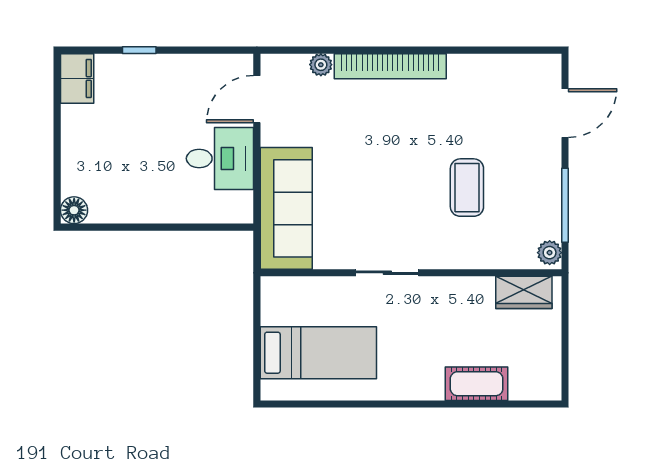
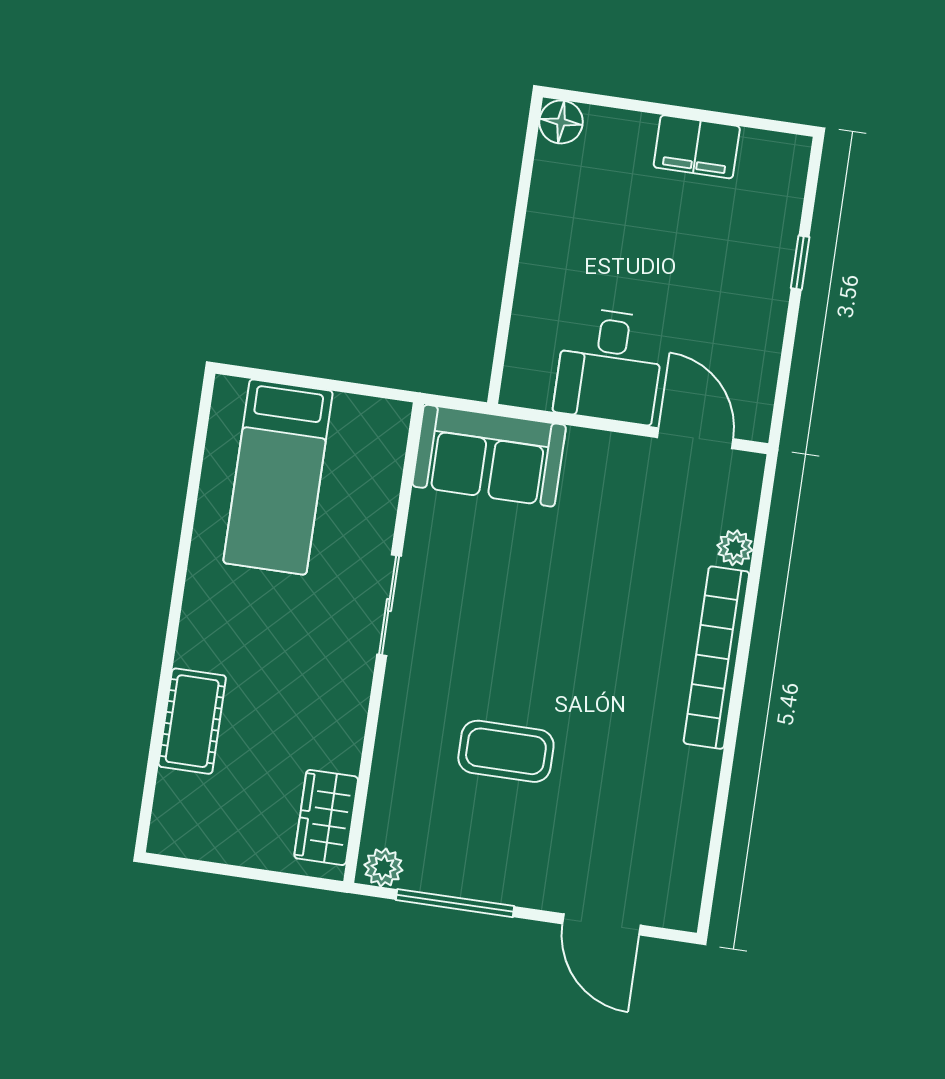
filing cabinet: (77, 78) -> (697, 147), moved
sofa: (286, 208) -> (489, 456), width x0.73

